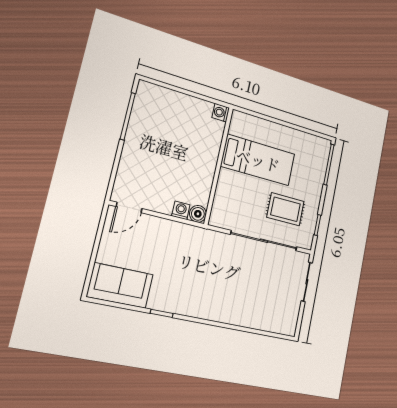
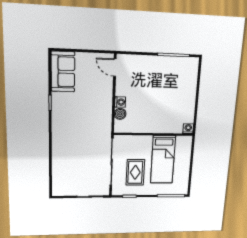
washing machine: (221, 113) -> (188, 129), moved
bed: (258, 160) -> (163, 160), moved
wall: (219, 165) -> (154, 134), moved

